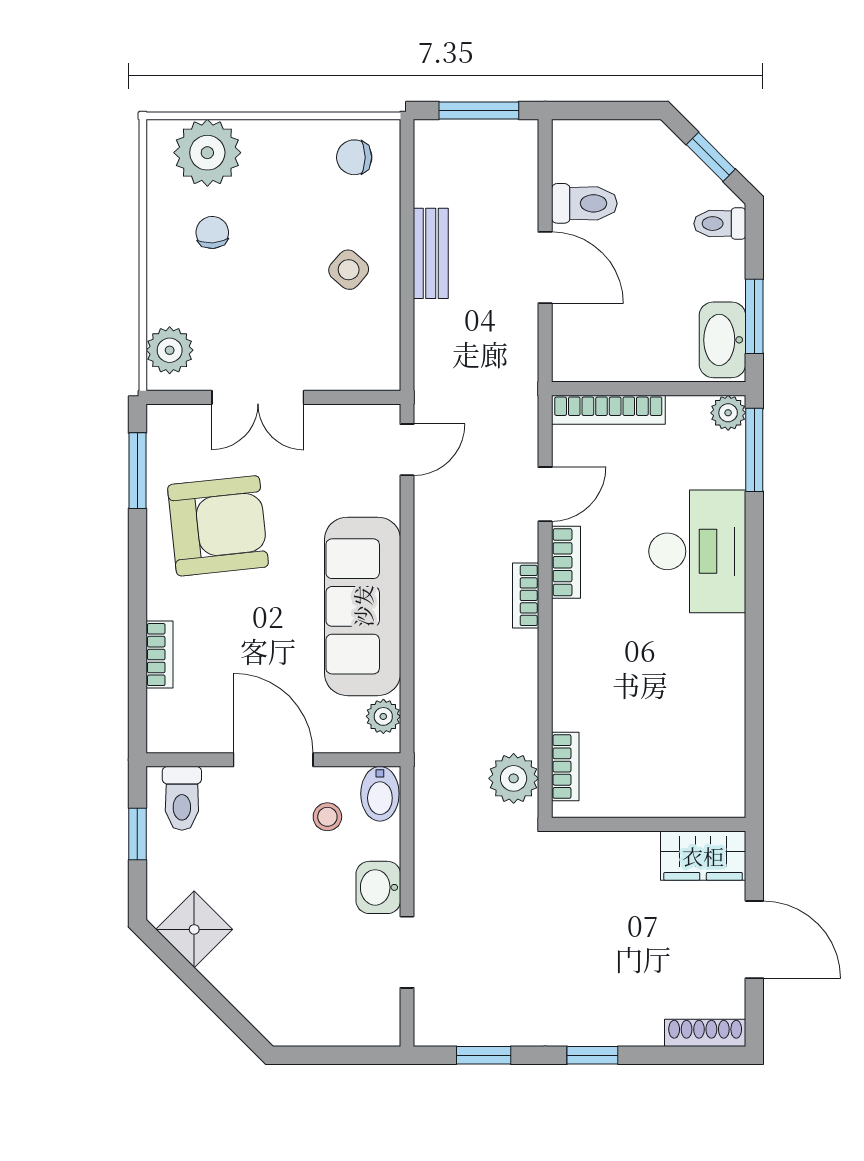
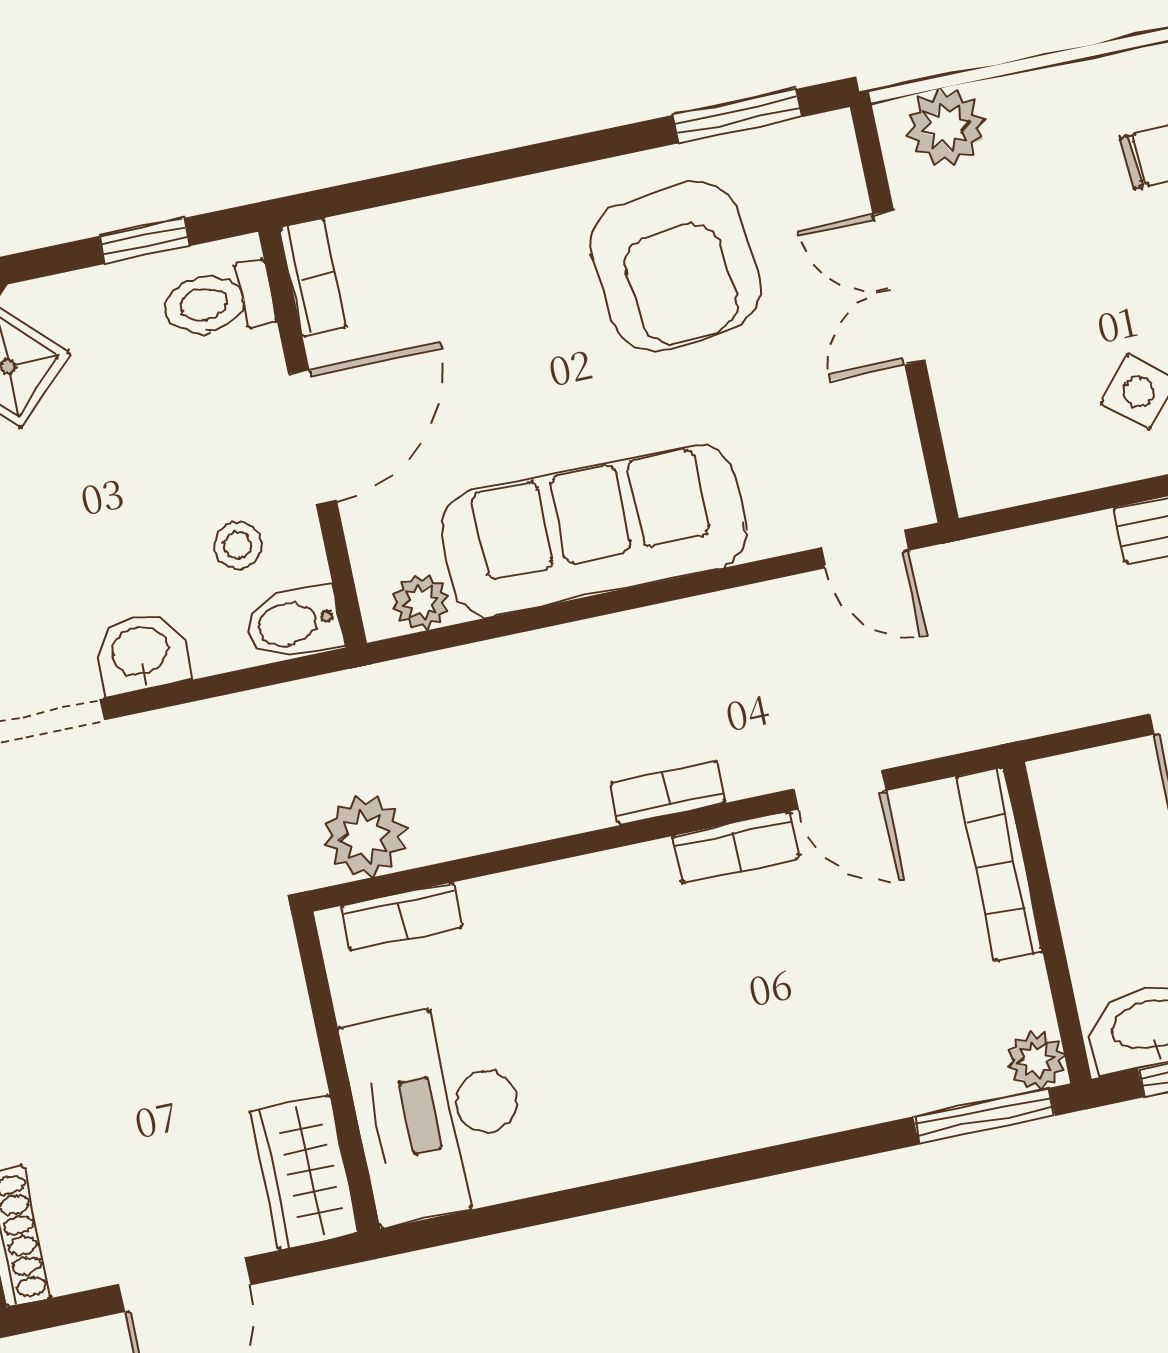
desk: (697, 551) -> (438, 1112), moved, turned 90
bookcase: (159, 655) -> (313, 277), moved, turned -90

